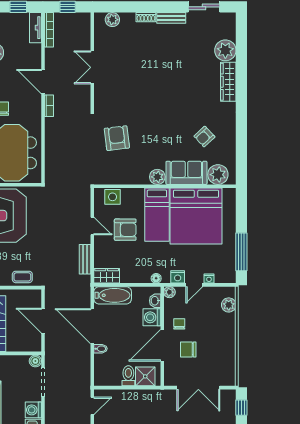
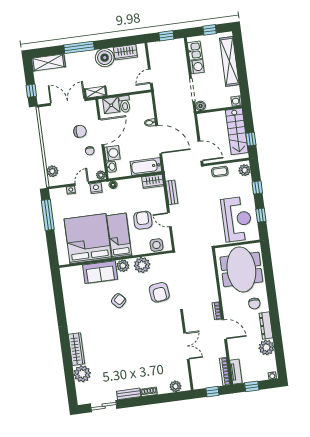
armchair: (204, 137) -> (119, 301), moved
plant: (218, 175) -> (142, 265), moved
armchair: (125, 230) -> (143, 220), turned 90
door: (43, 321) -> (200, 151), moved
shelving: (162, 395) -> (96, 92), added

